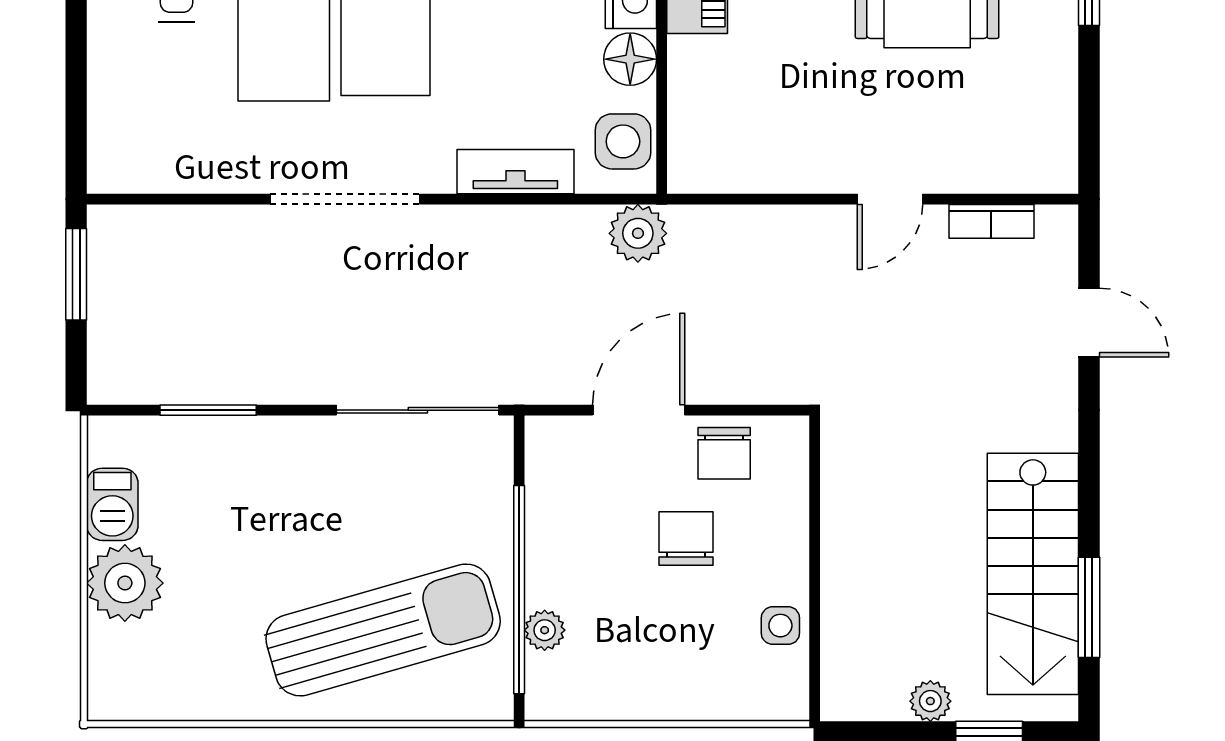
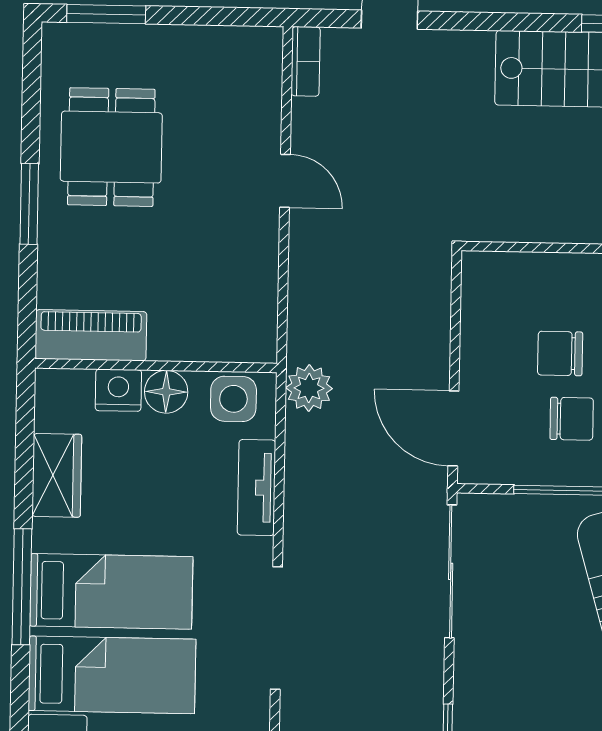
bookcase: (991, 221) -> (306, 61), moved
door: (639, 410) -> (453, 428), moved
chair: (724, 453) -> (572, 419), moved

